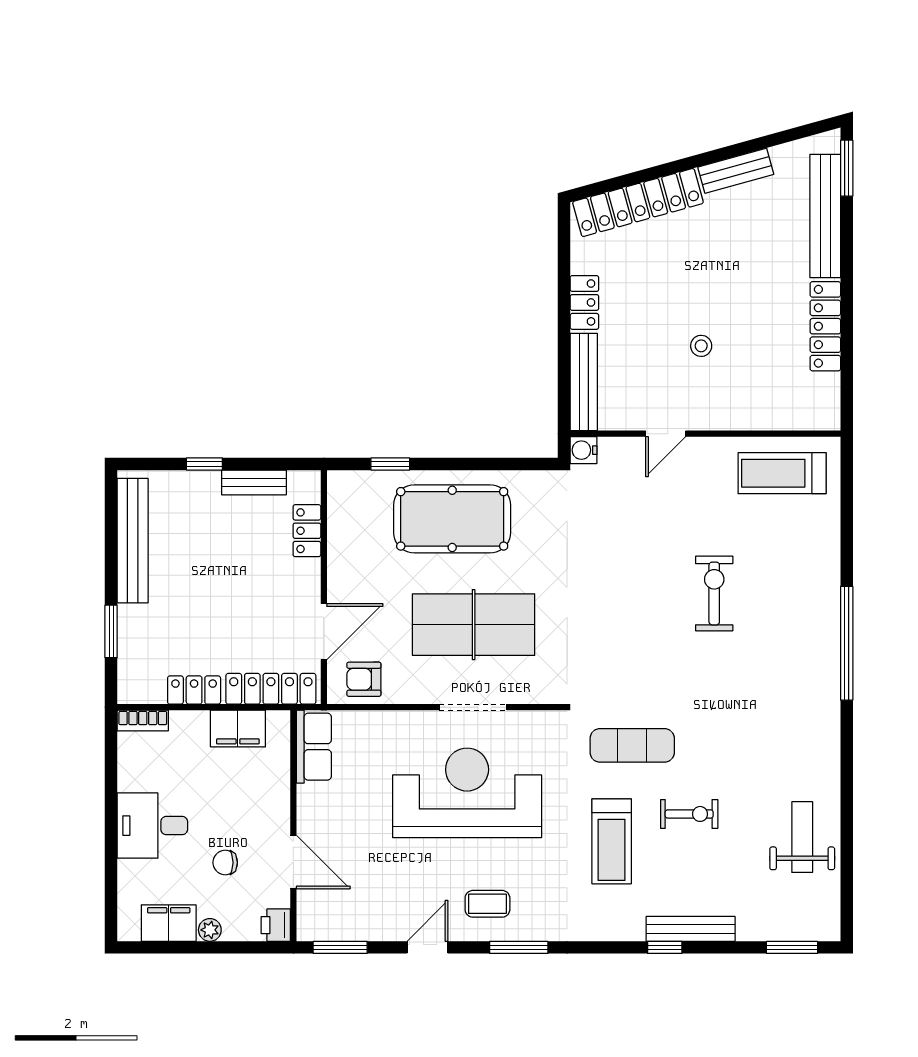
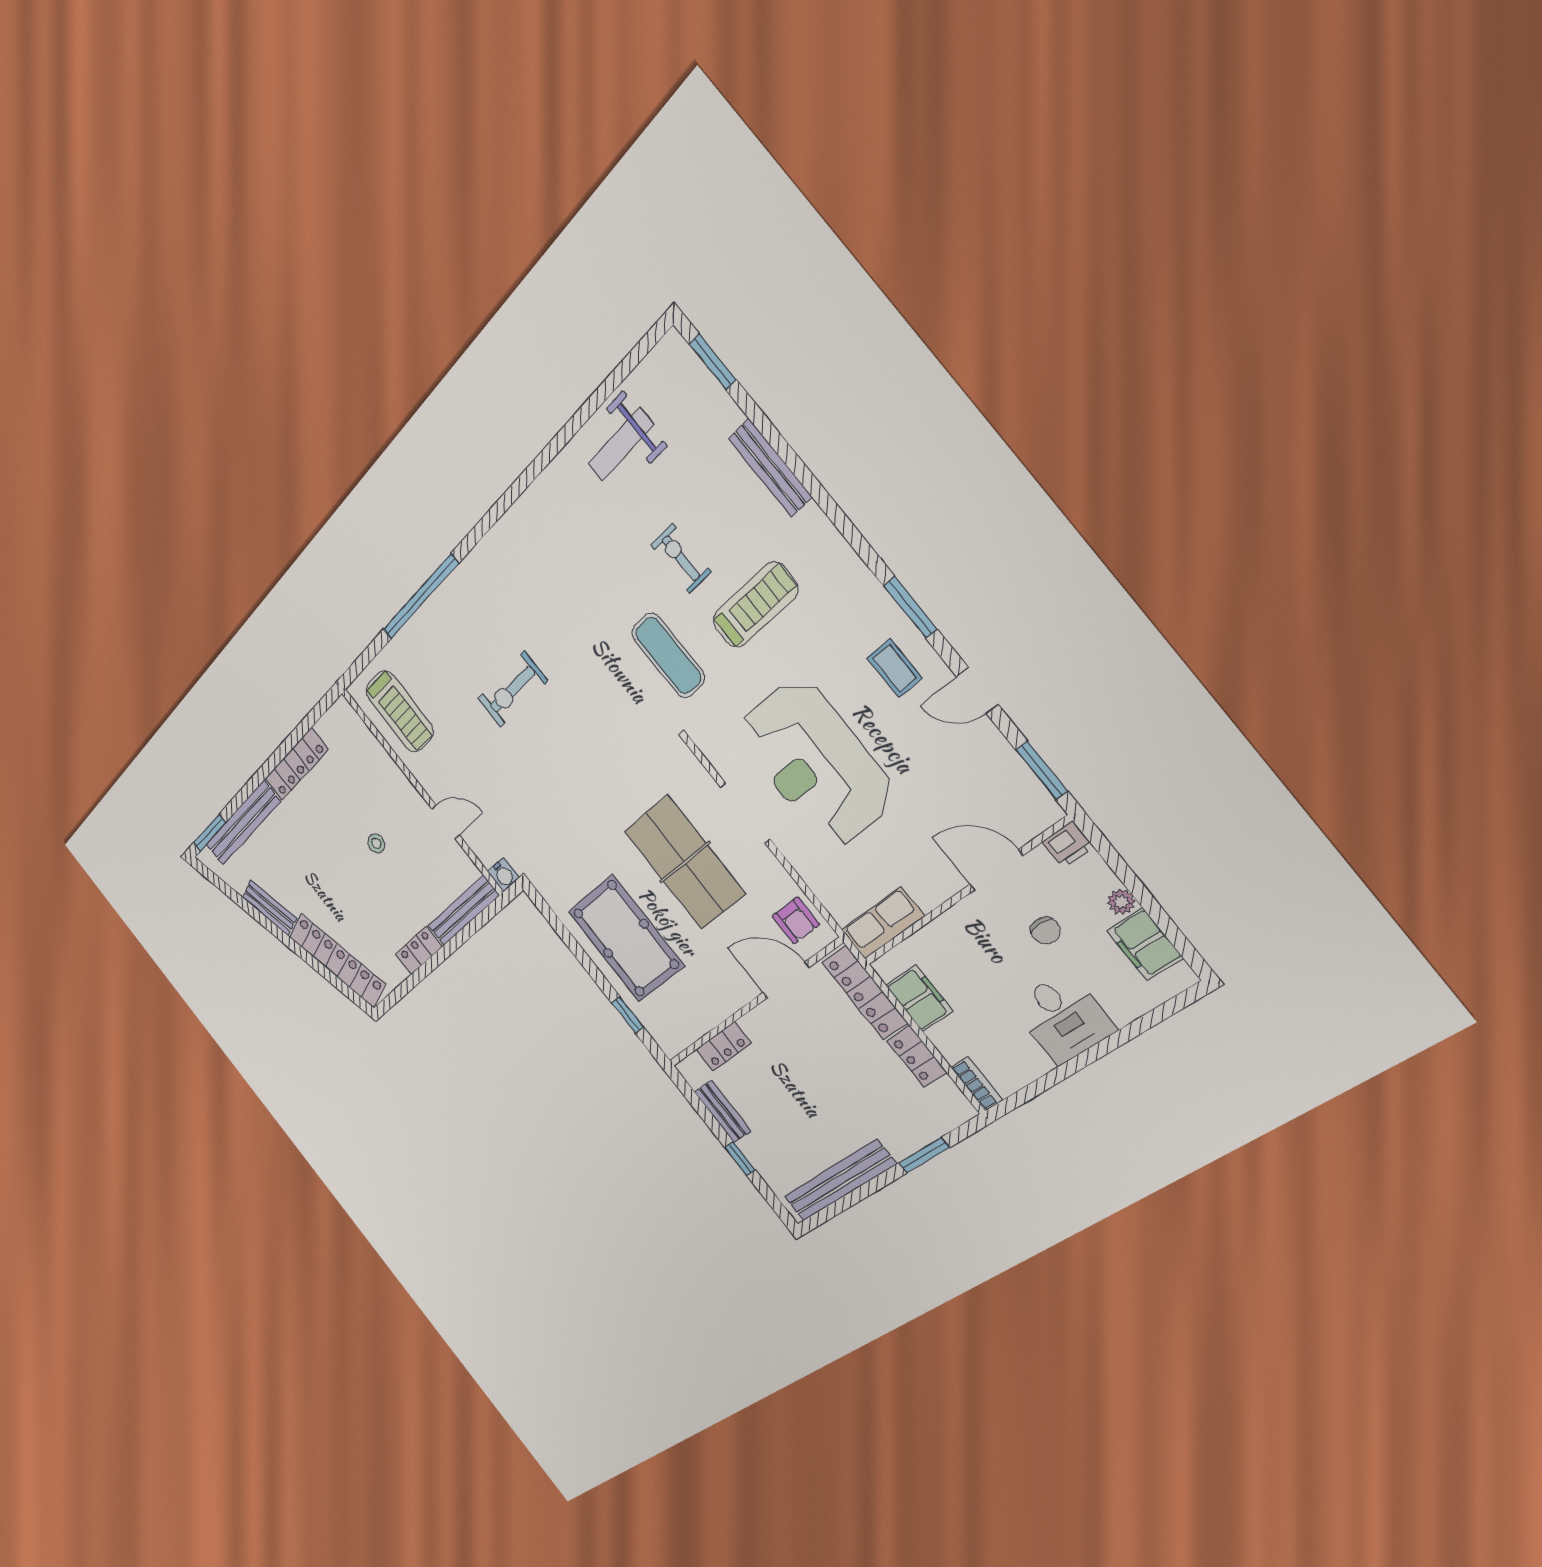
window: (847, 643) -> (420, 597), moved
door: (293, 862) -> (996, 870), hinge flipped
window: (665, 947) -> (804, 476), removed

